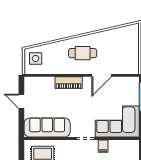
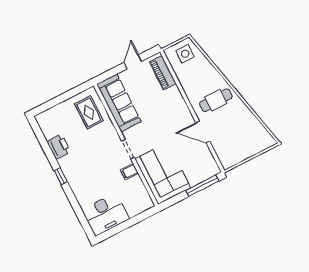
cafe table: (83, 53) -> (216, 100), turned 90
piano: (69, 83) -> (163, 73), moved

